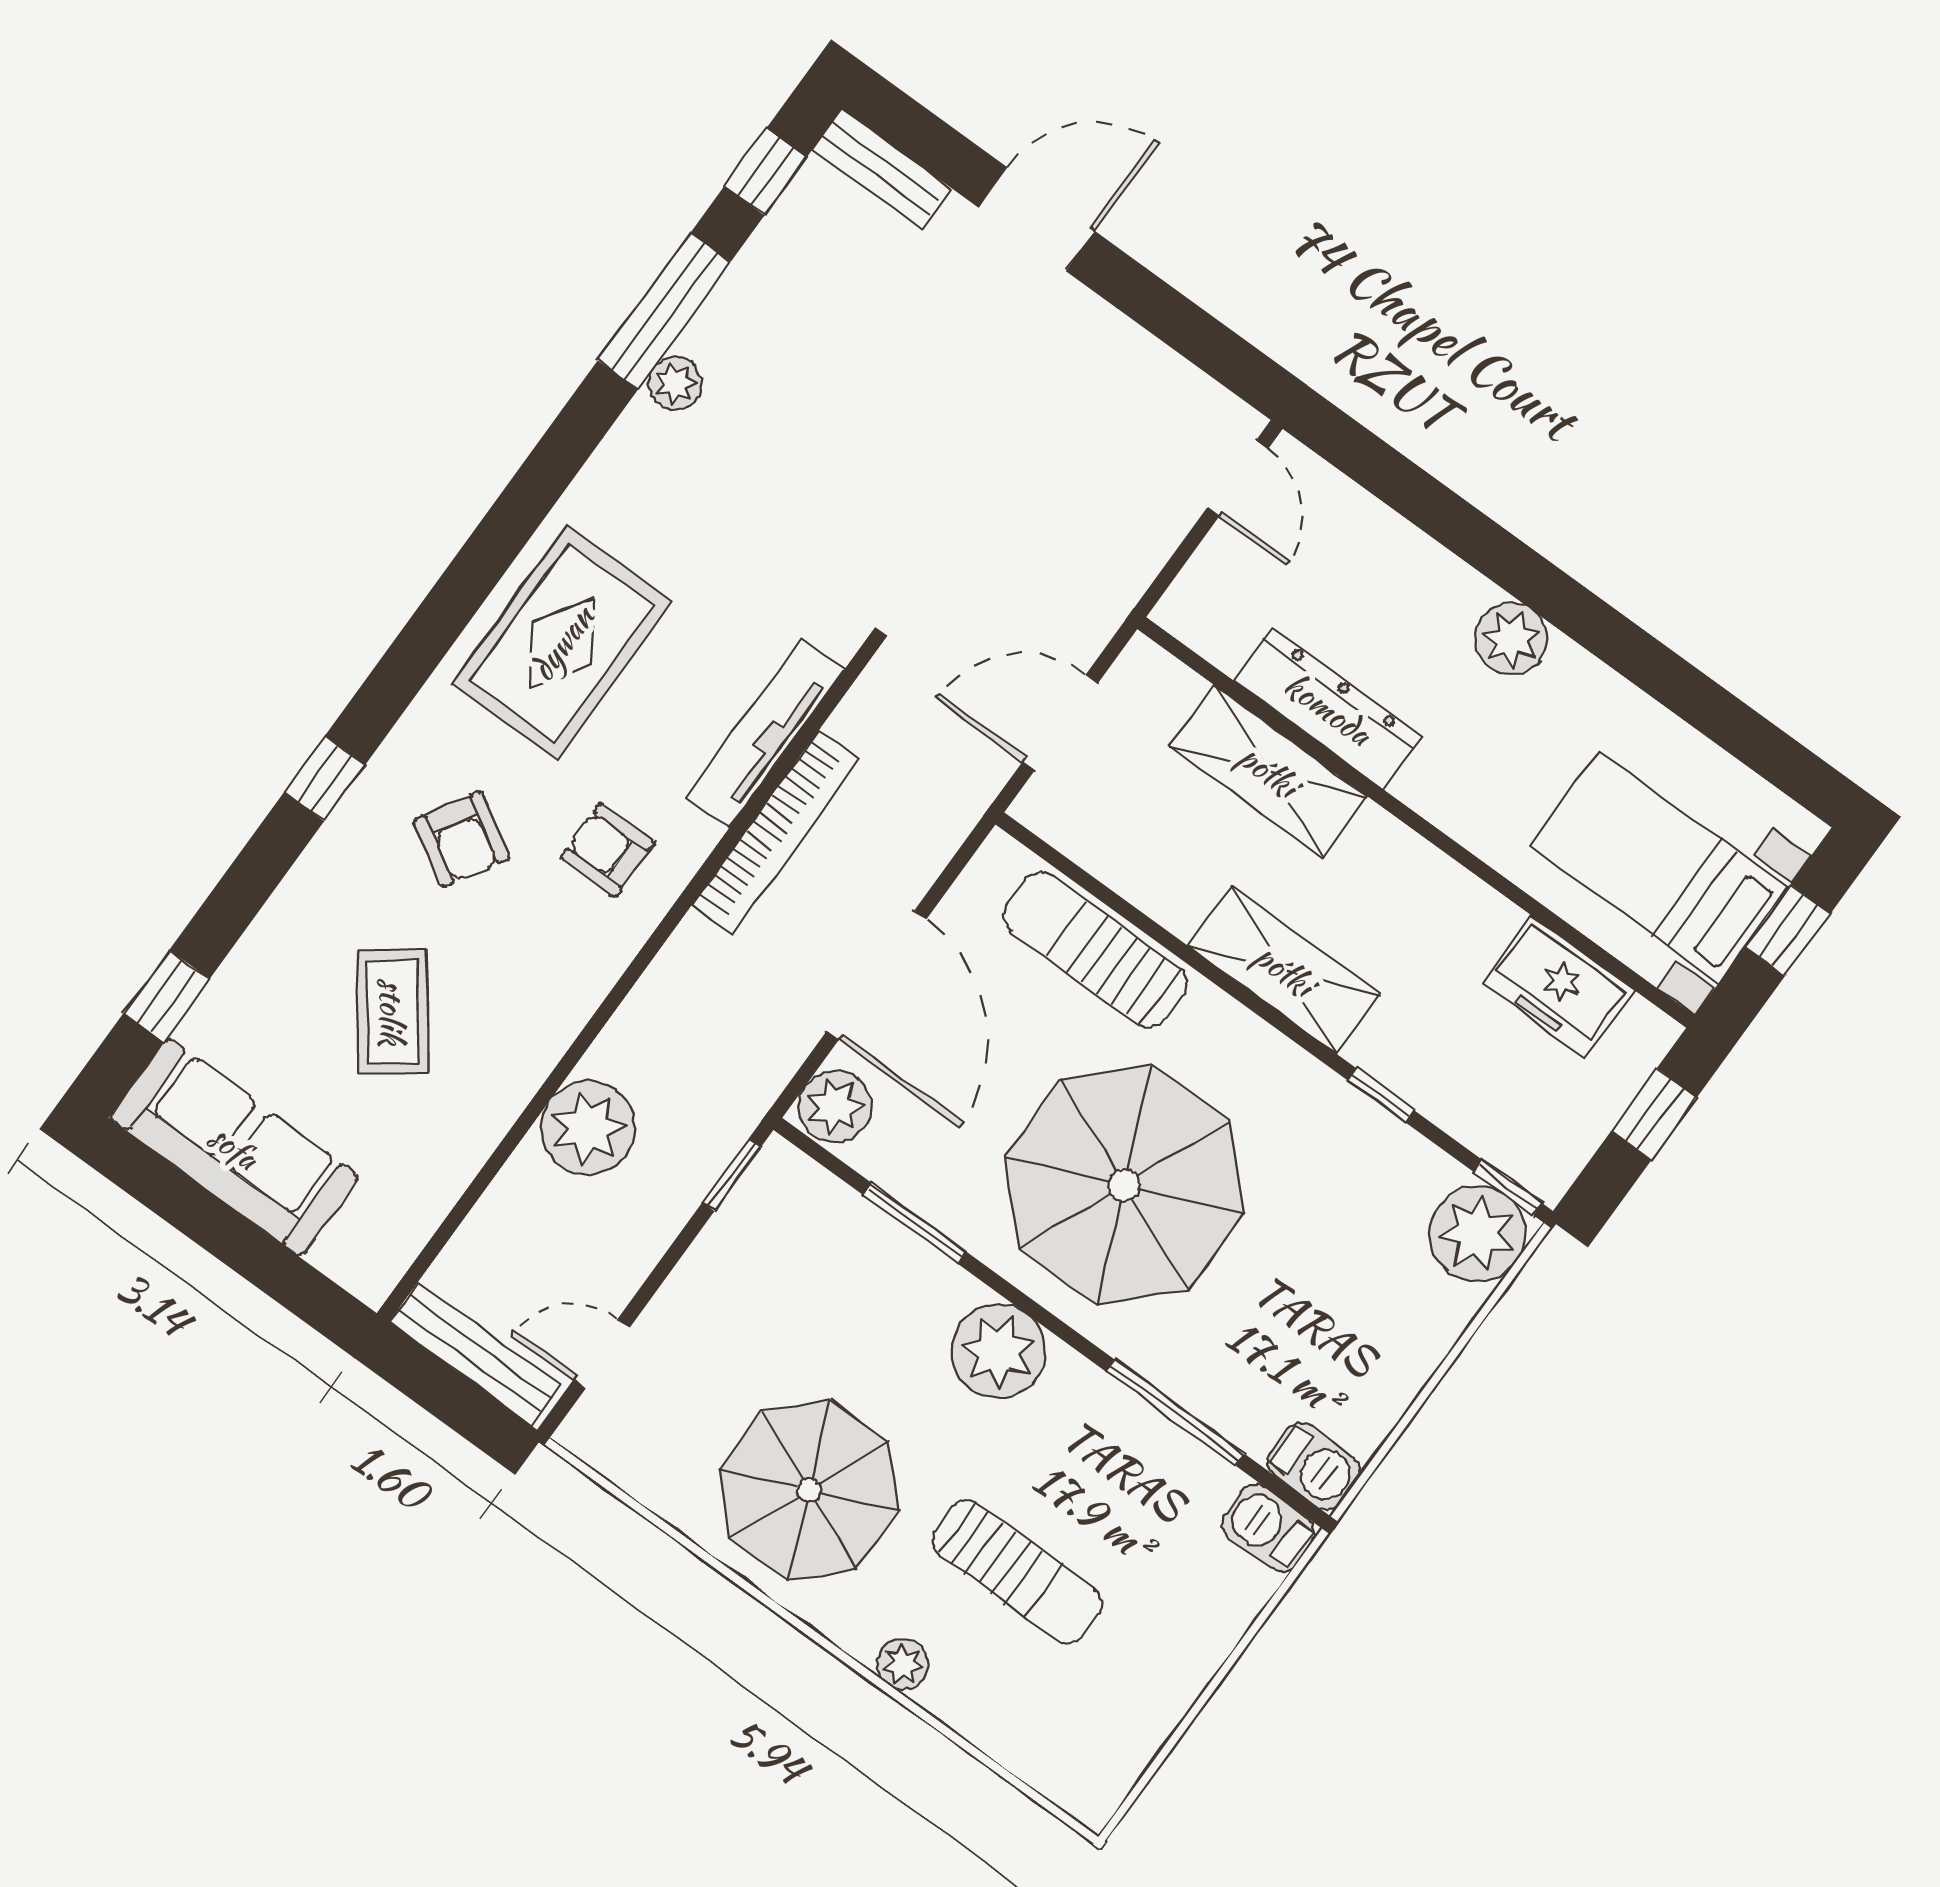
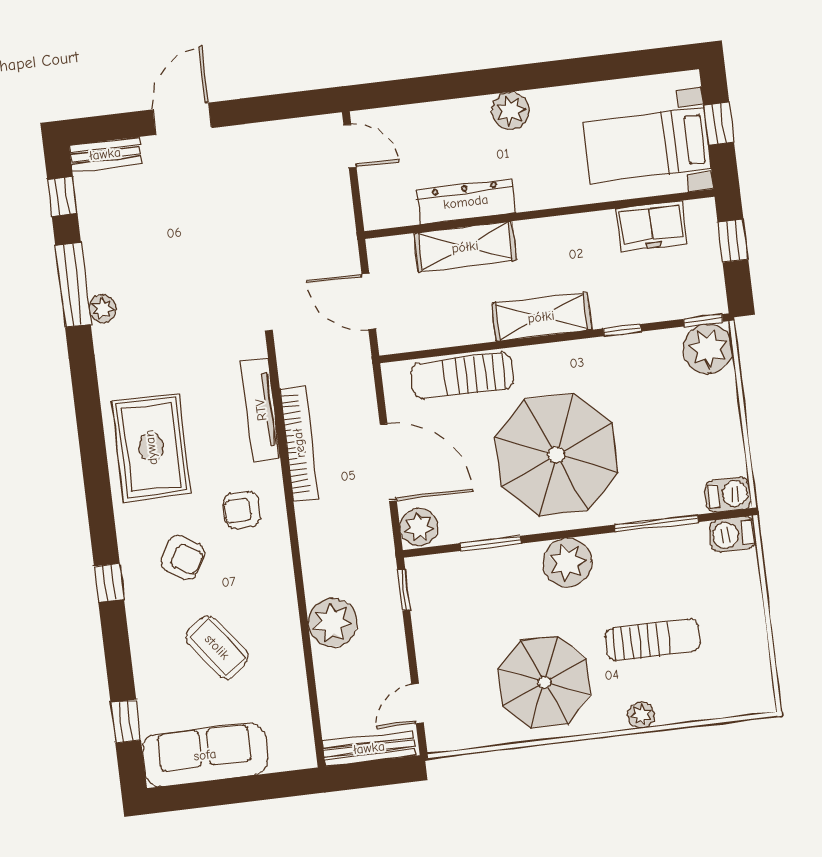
door: (1060, 722) -> (369, 301), hinge flipped

